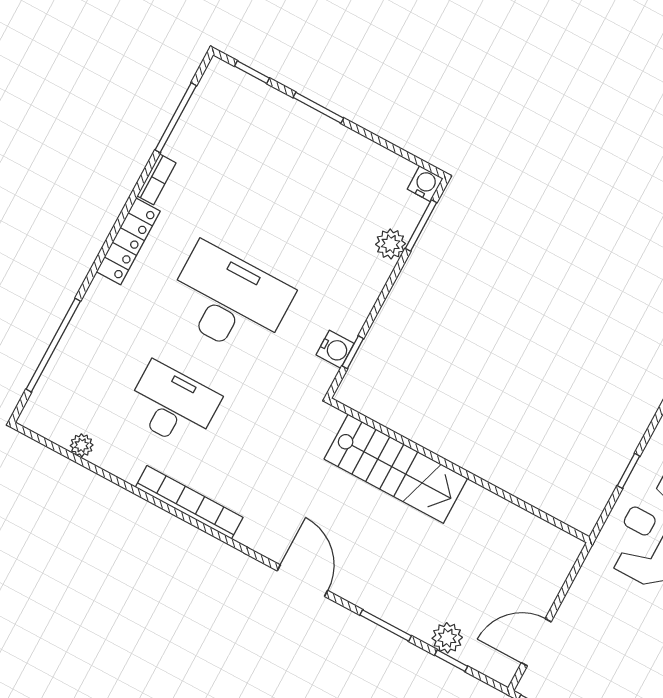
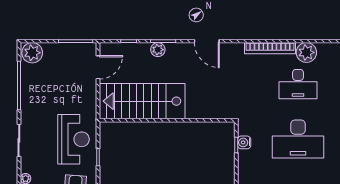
plant: (82, 445) -> (306, 52), moved, width x1.88, depth x1.88
stairs: (396, 469) -> (142, 101), moved, width x1.36, depth x1.51
plant: (447, 638) -> (158, 50), moved

